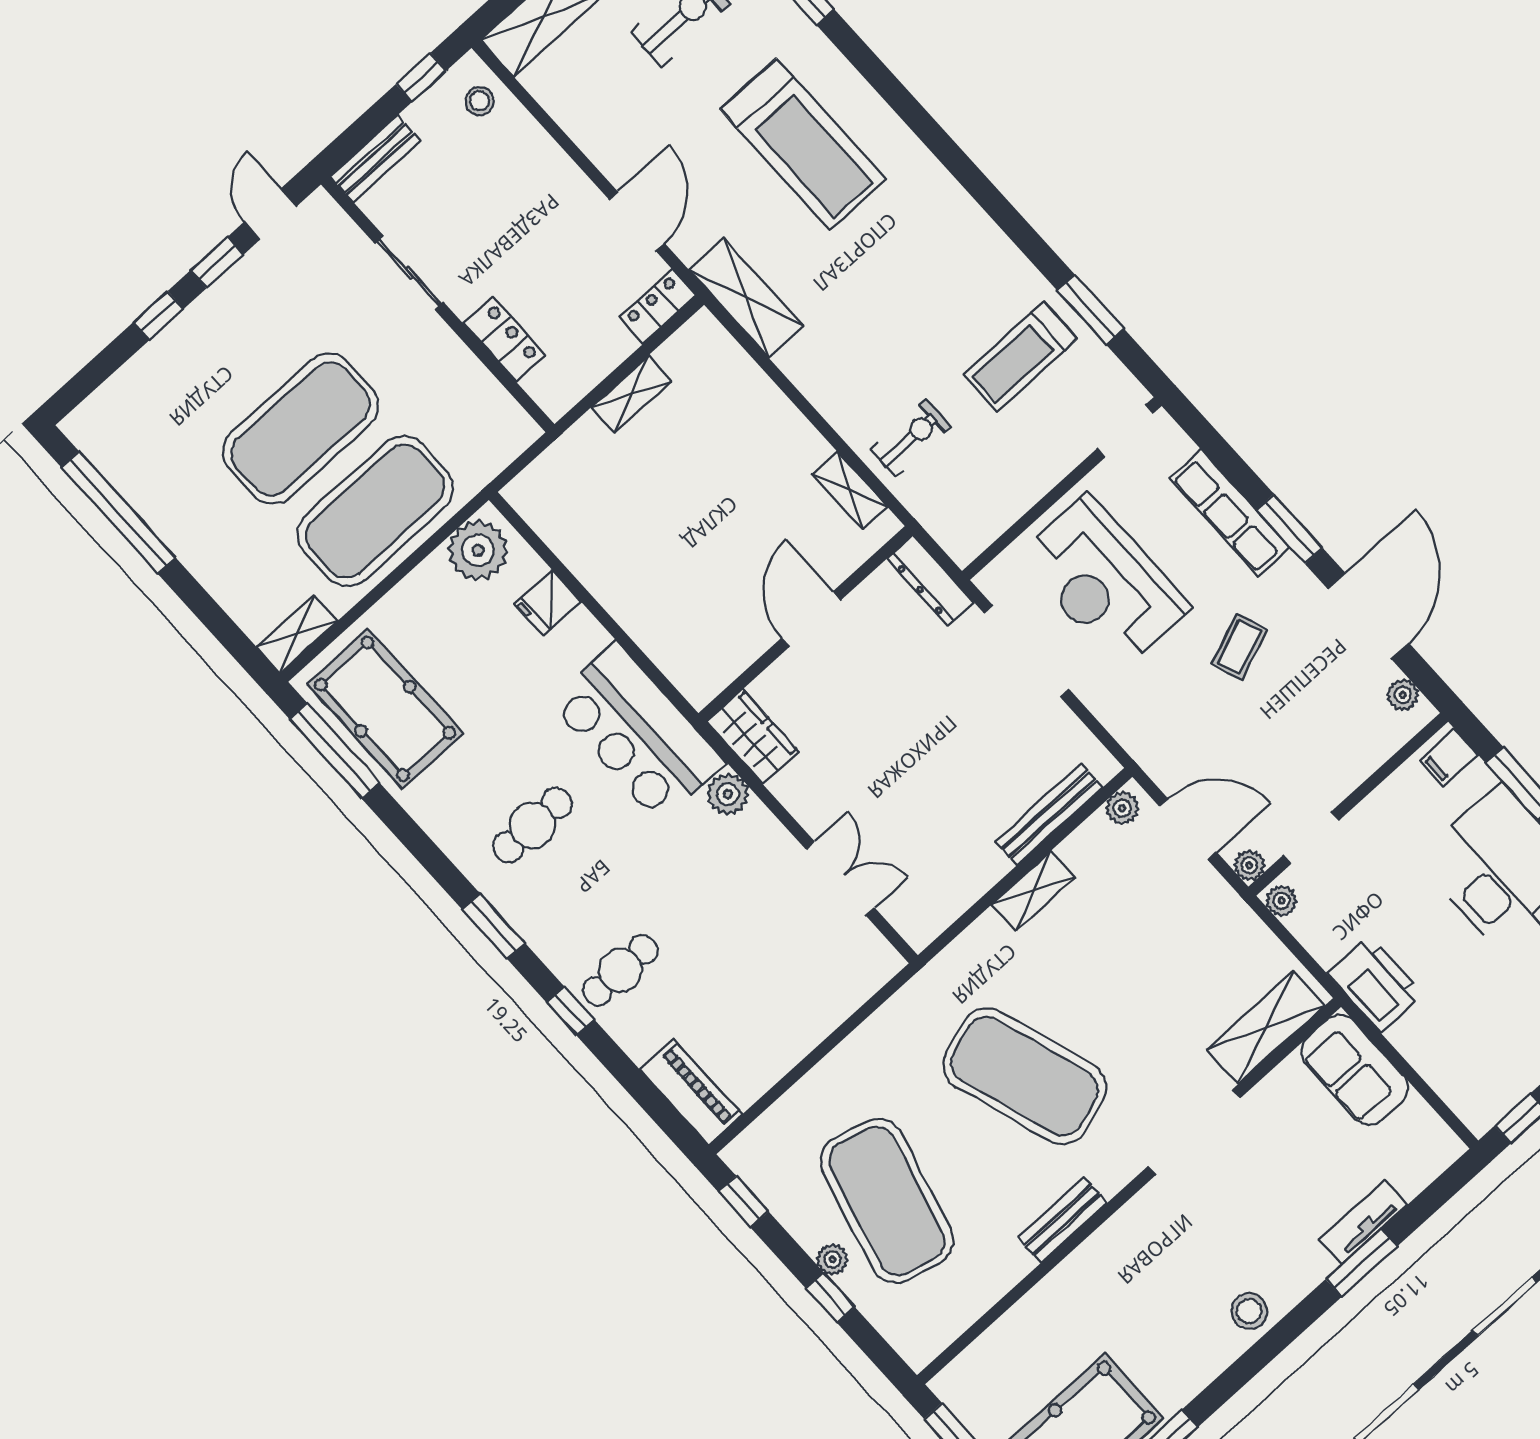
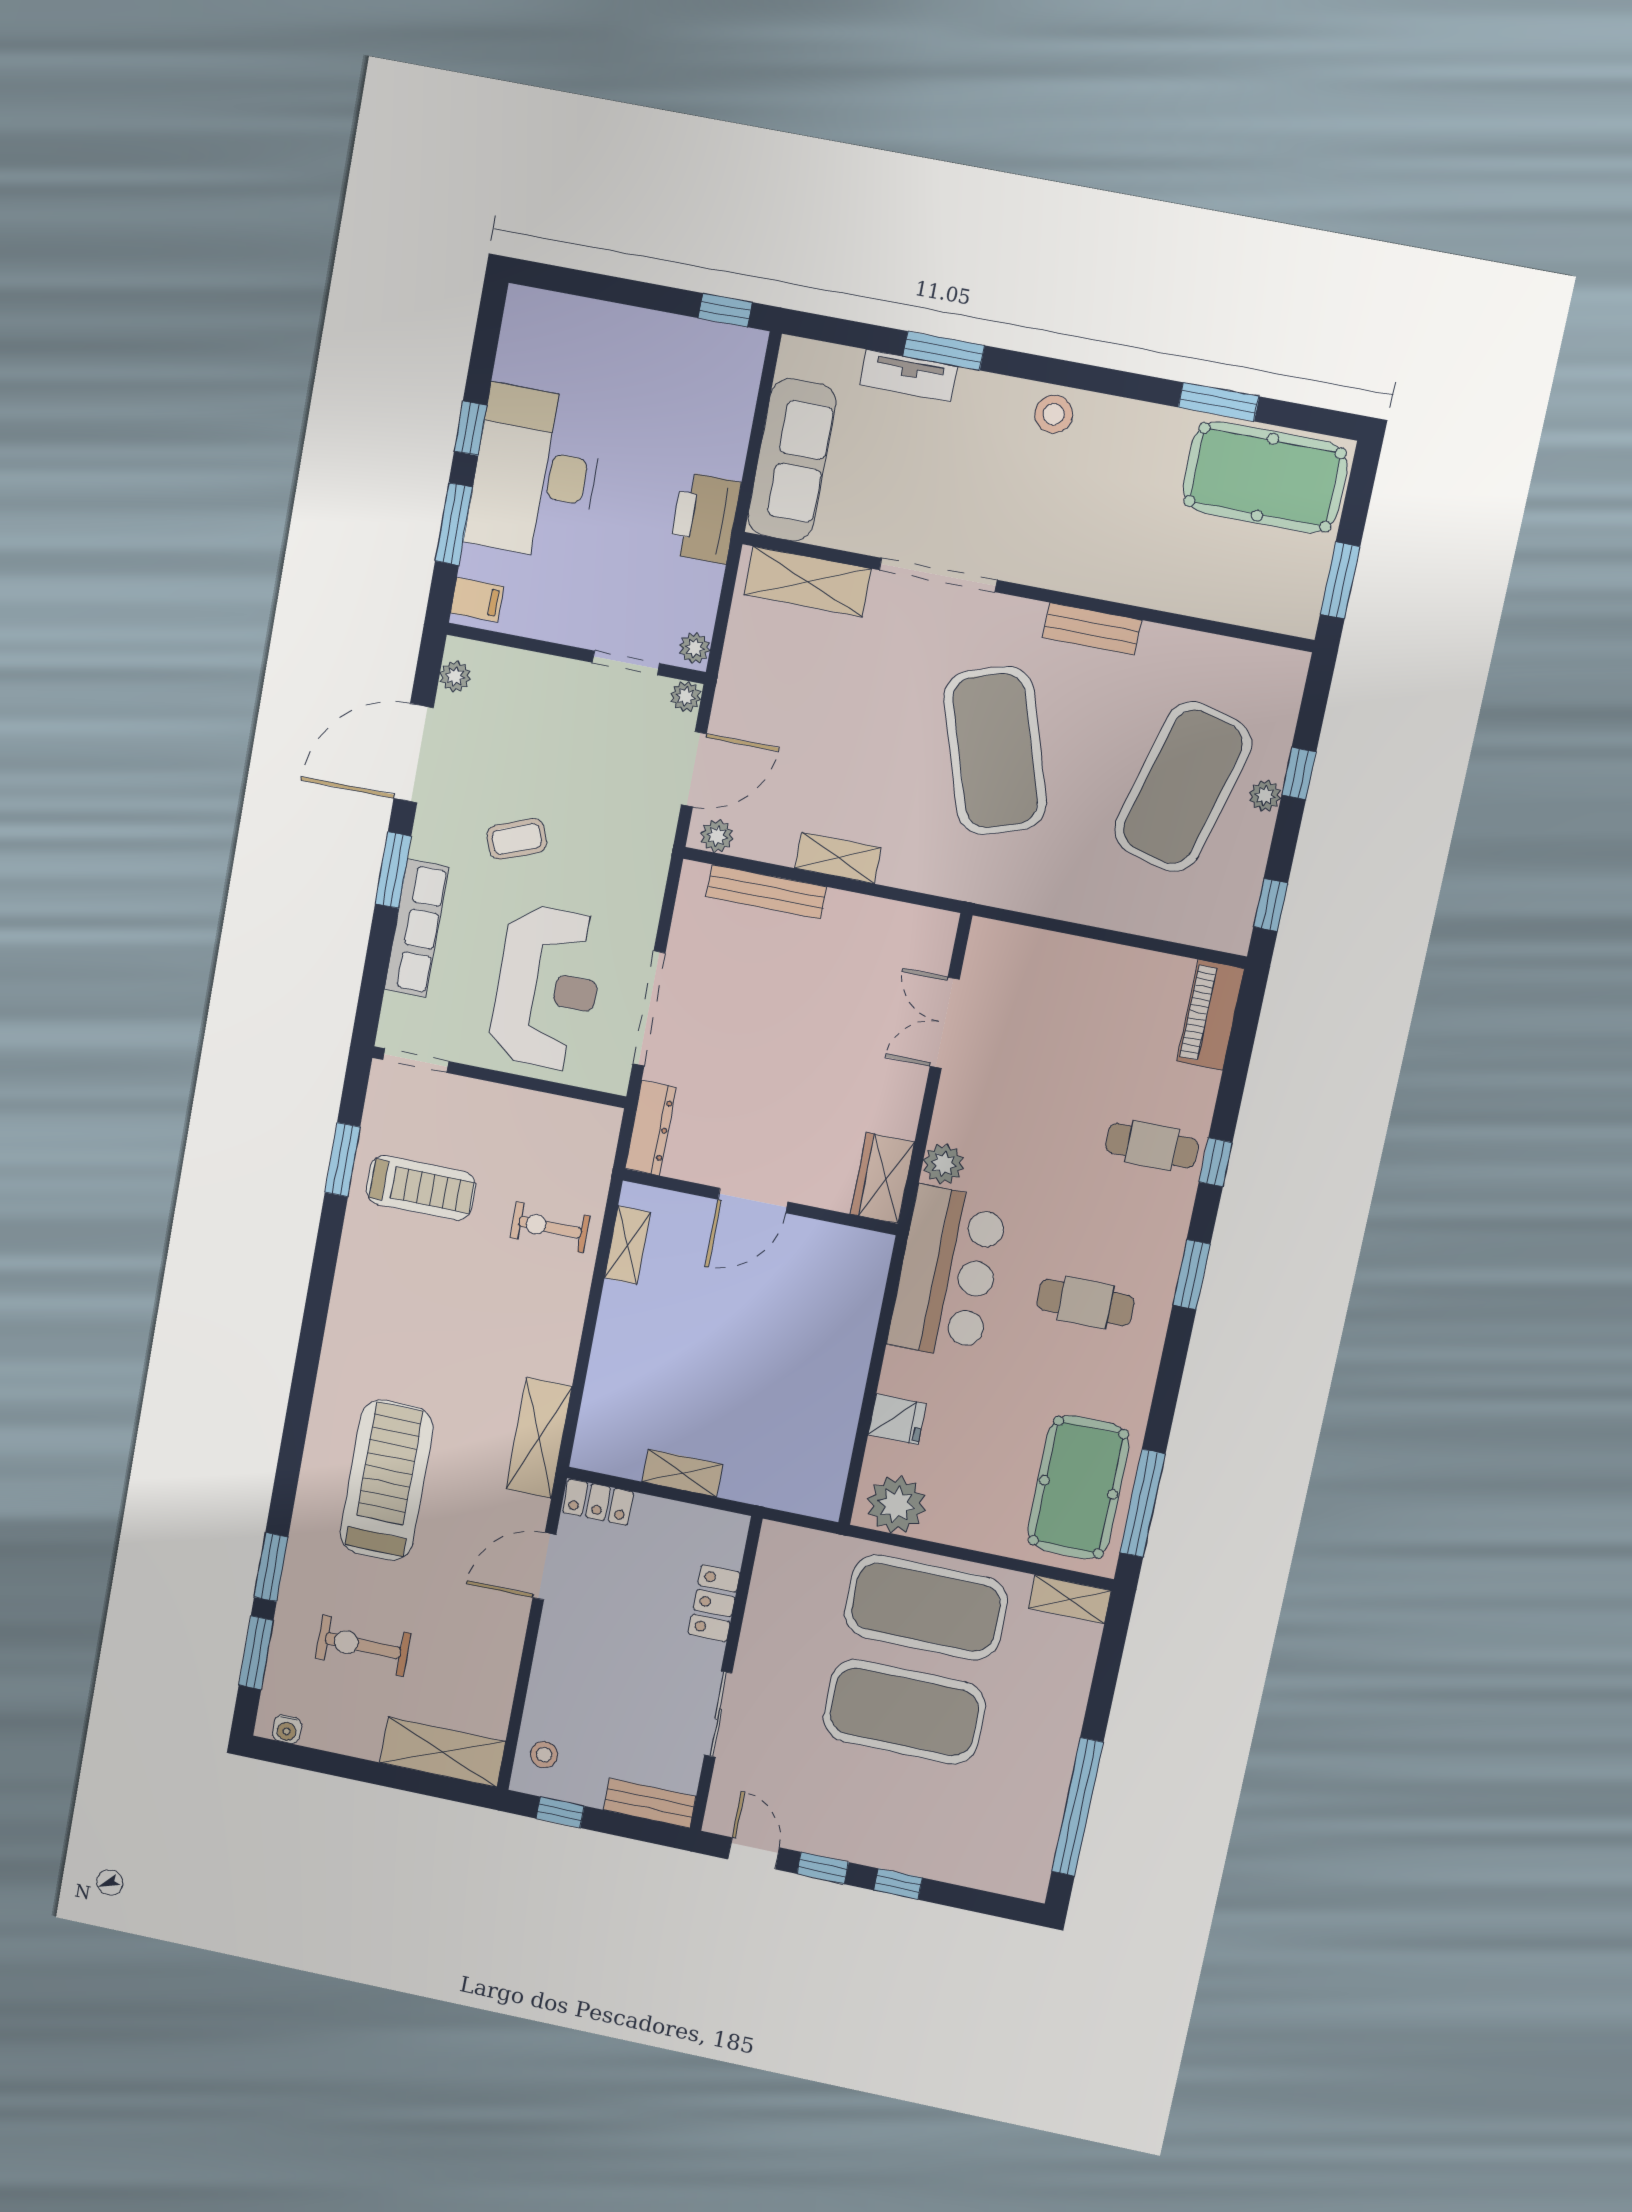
door: (270, 214) -> (754, 1853), swing flipped
door: (1188, 829) -> (694, 769), swing flipped
sofa: (1355, 1070) -> (792, 460), width x1.36

